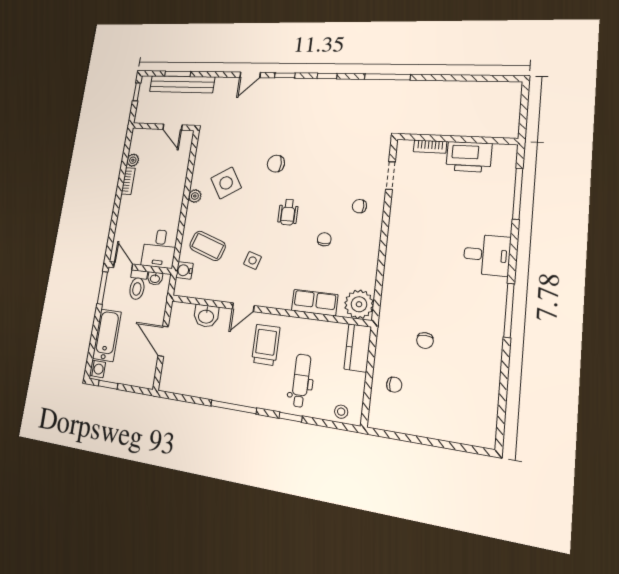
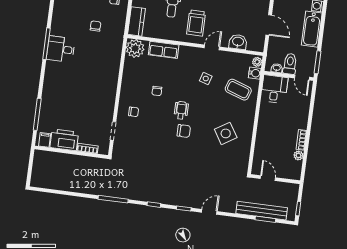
filing cabinet: (502, 154) -> (45, 140), added
chair: (276, 164) -> (184, 131), moved
plant: (195, 196) -> (257, 62), moved
desk: (487, 255) -> (61, 49), moved

